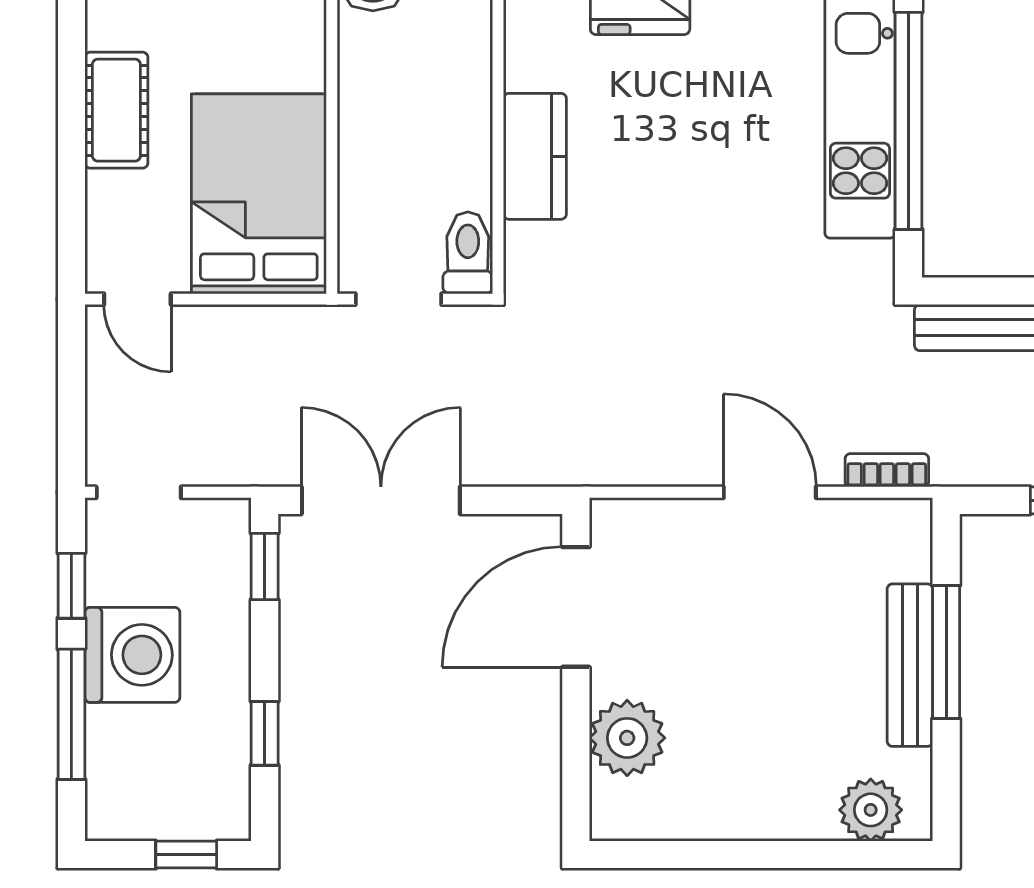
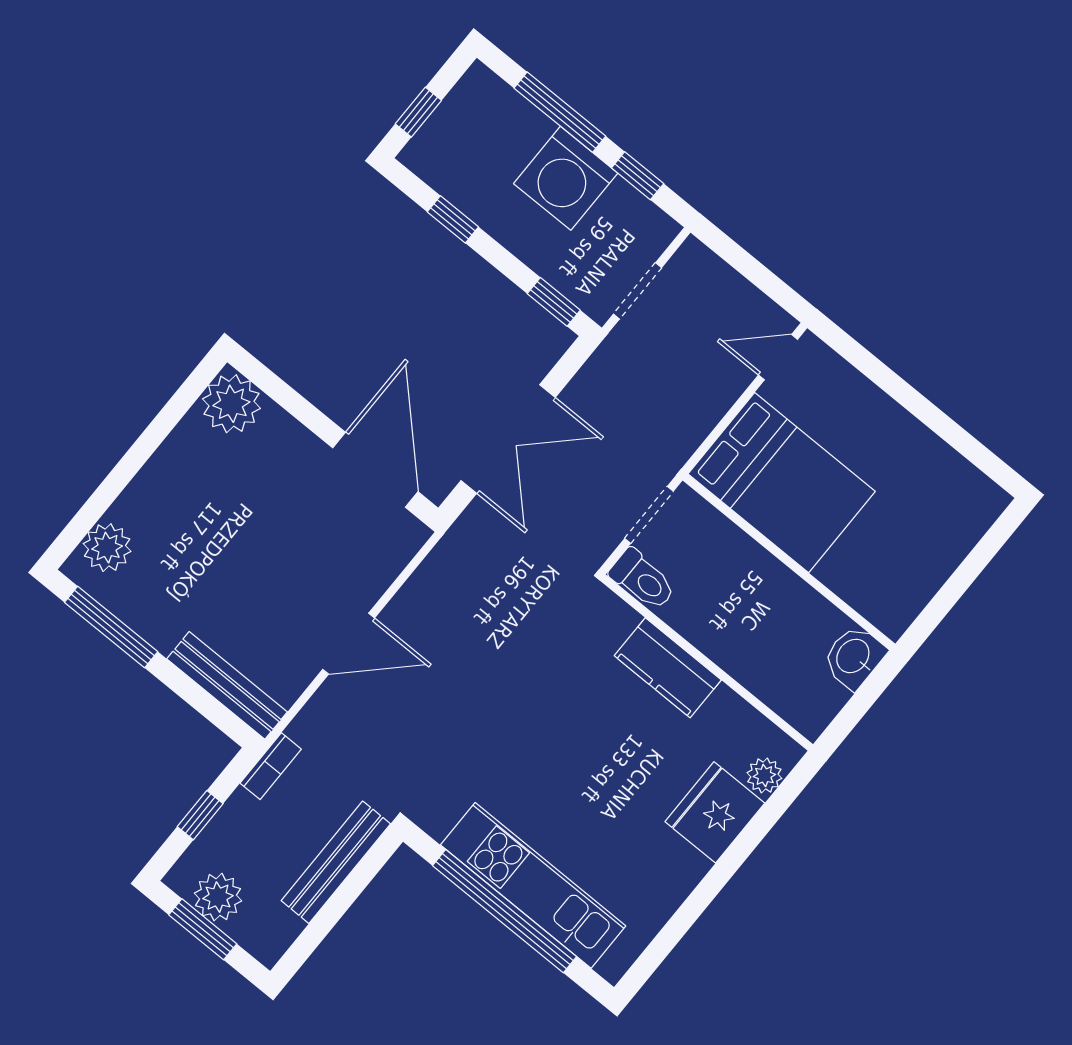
cot: (116, 110) -> (903, 438), removed
bookcase: (887, 470) -> (271, 766), moved
doorway: (139, 492) -> (637, 291), moved
double door: (381, 500) -> (508, 439), moved
window: (946, 652) -> (111, 627), moved
bench: (910, 665) -> (227, 685), moved
plant: (627, 738) -> (231, 404), moved

